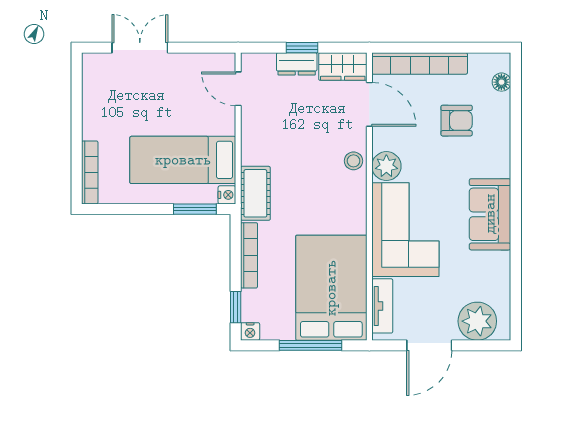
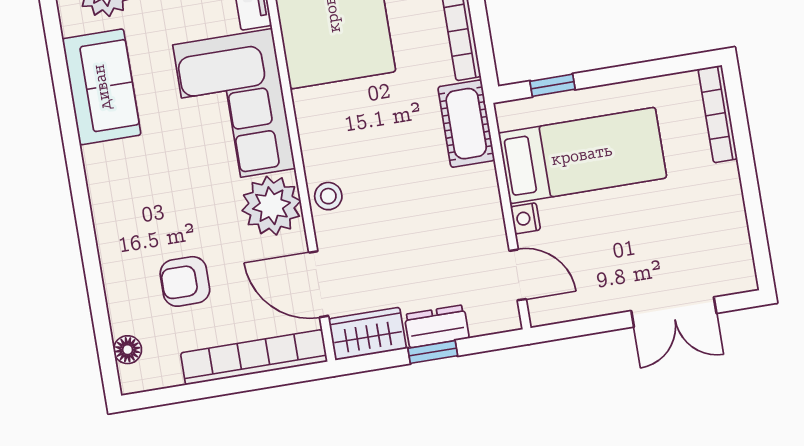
plant: (386, 166) -> (271, 206), width x1.36, depth x1.36
nightstand: (227, 195) -> (525, 218), moved
window: (195, 209) -> (552, 85), width x0.67
sofa: (490, 214) -> (102, 87), moved

